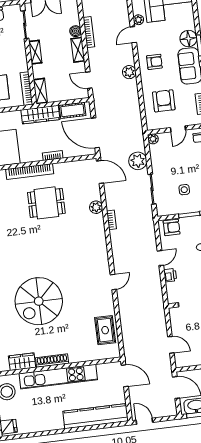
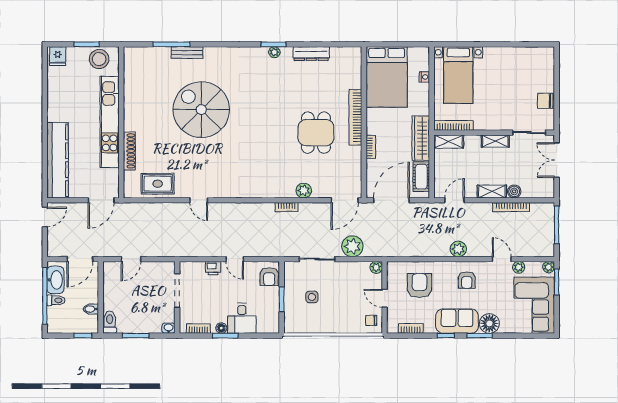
armchair: (164, 101) -> (419, 285), turned -90
door: (113, 282) -> (199, 200), moved
shoe rack: (52, 361) -> (129, 151), moved
wardrobe: (22, 362) -> (132, 81), removed

